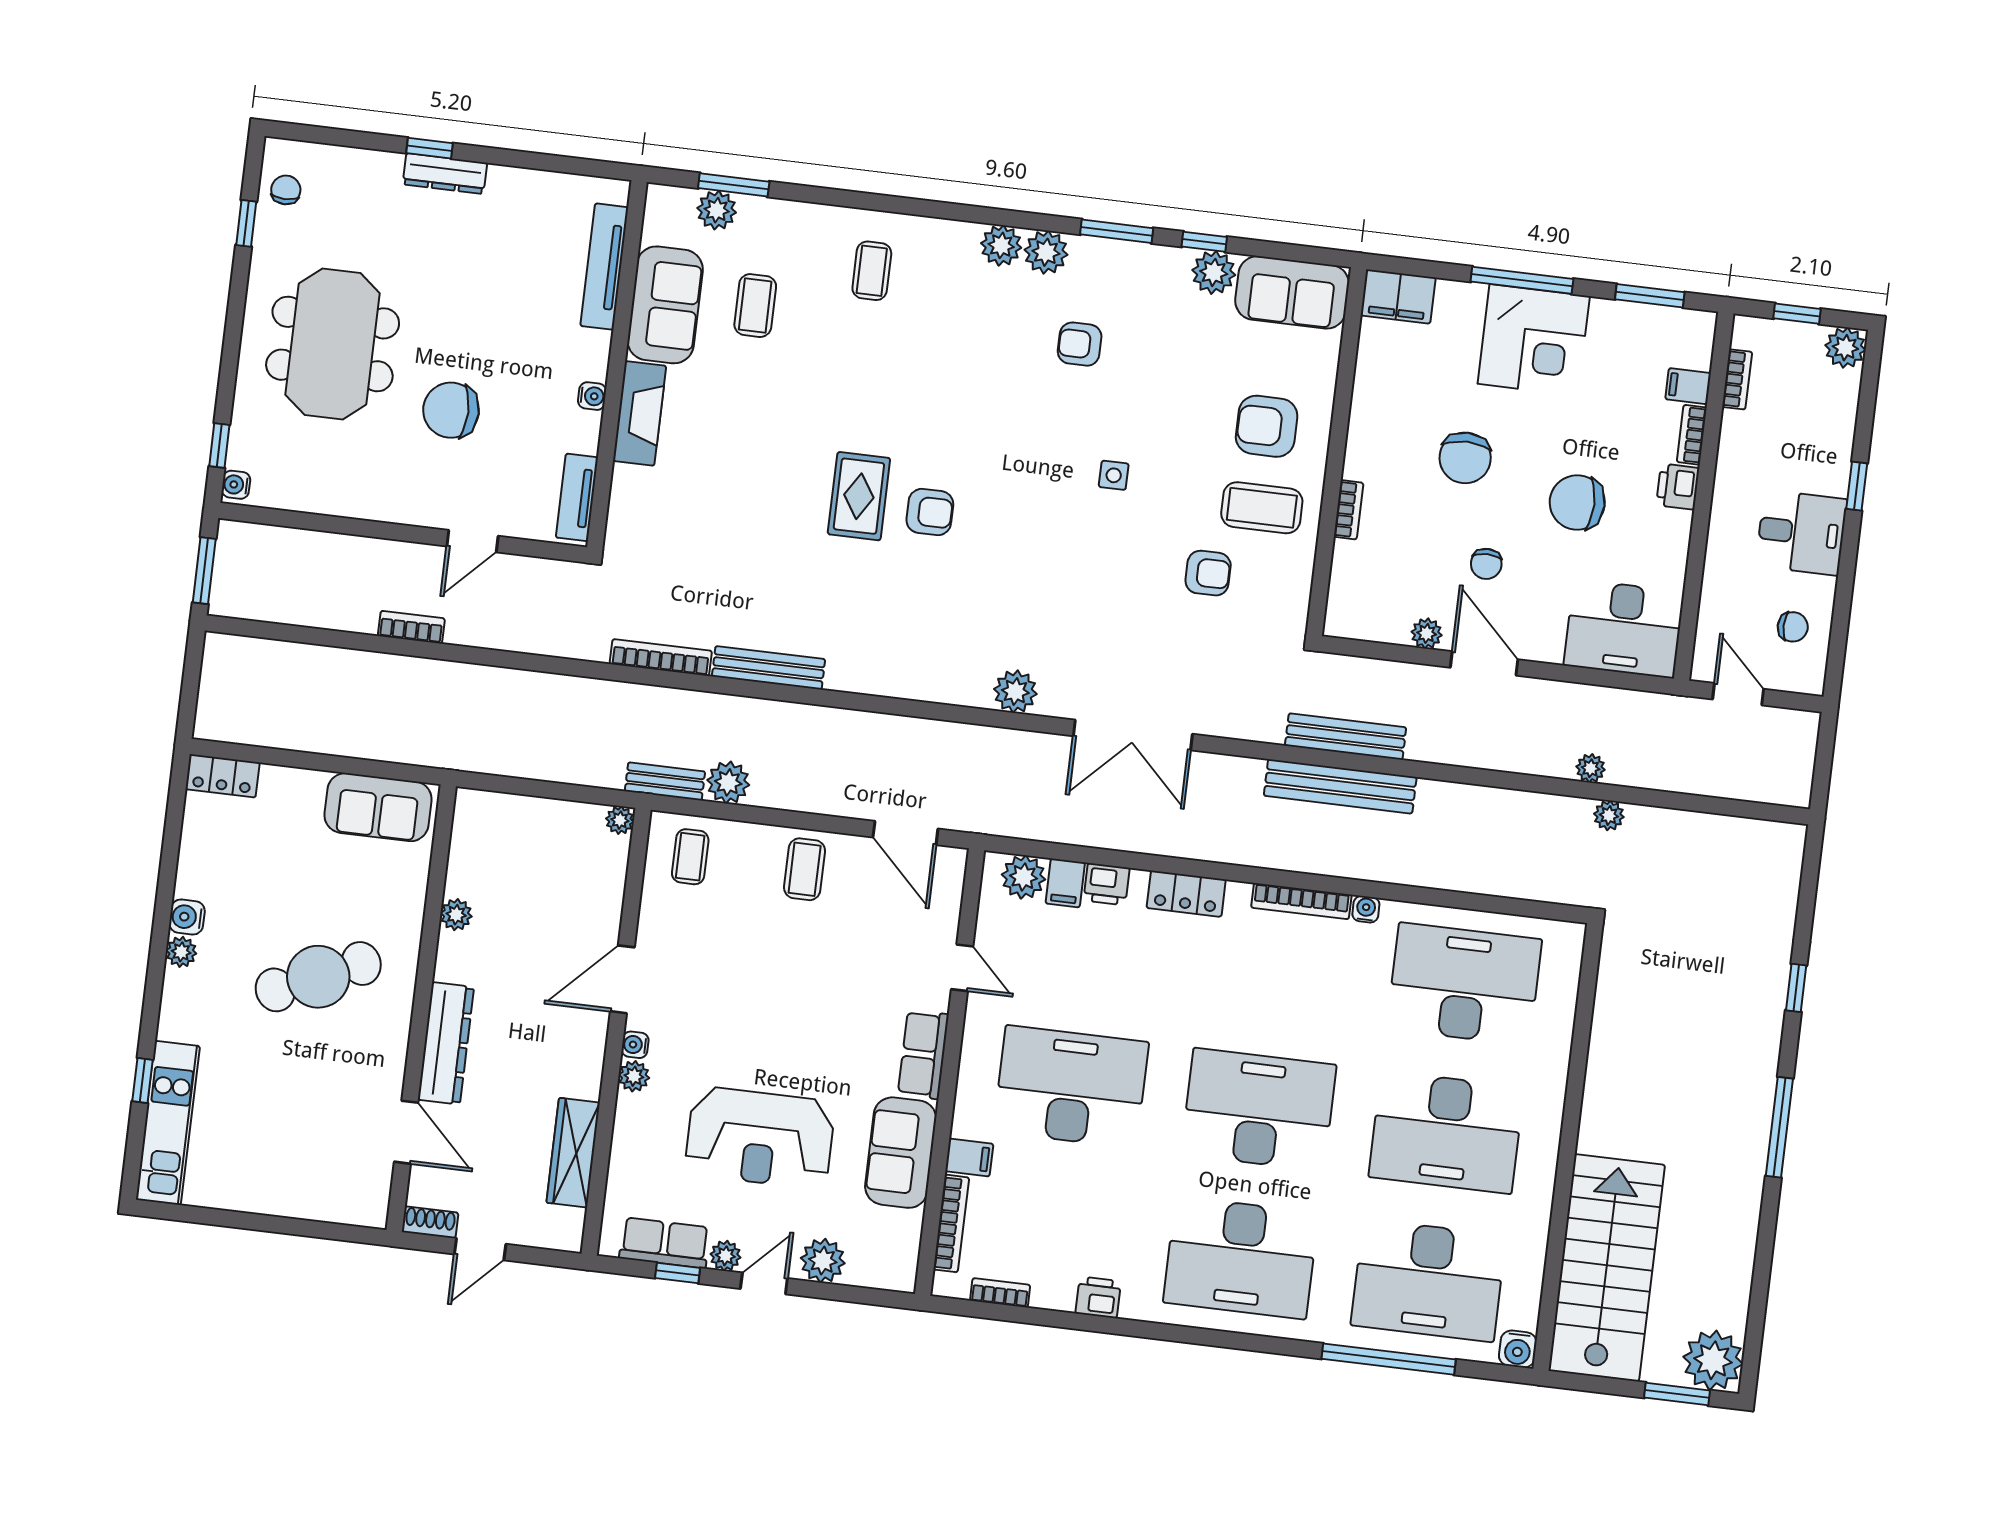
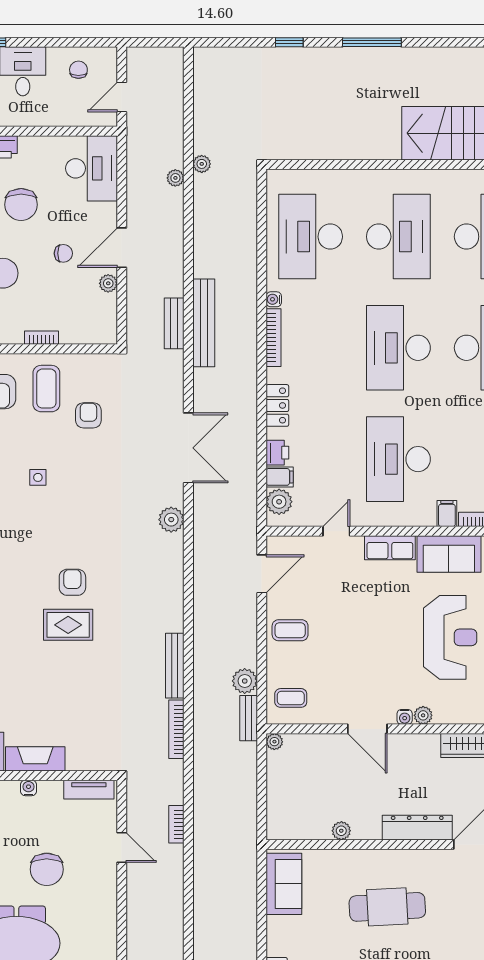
bookcase: (411, 627) -> (176, 824), moved
bench: (1346, 736) -> (174, 323), width x0.73
cafe table: (318, 977) -> (387, 907), turned -69

